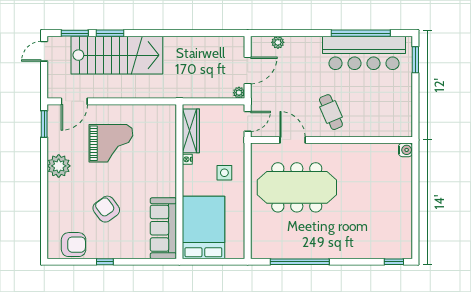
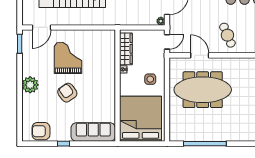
grand piano: (111, 143) -> (68, 58), turned -90
plant: (59, 166) -> (30, 85), moved
armchair: (106, 209) -> (67, 93), moved
bed: (203, 227) -> (141, 119), width x1.36
sofa: (163, 228) -> (93, 132), moved, turned 90
armchair: (74, 245) -> (41, 131), turned 180

